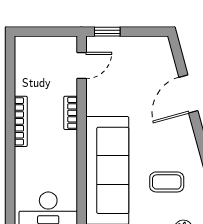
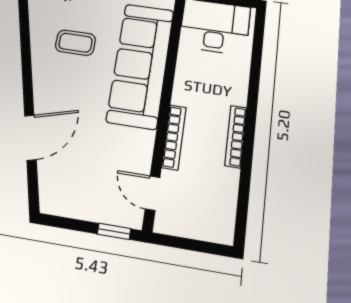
door: (82, 66) -> (153, 193), hinge flipped
bookcase: (71, 113) -> (174, 137), width x1.56

